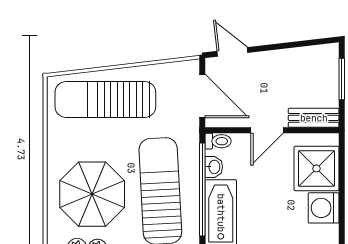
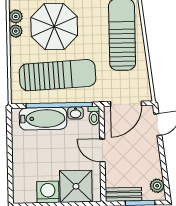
plant: (318, 55) -> (157, 186), added
bench: (314, 118) -> (123, 194), moved, turned 90

